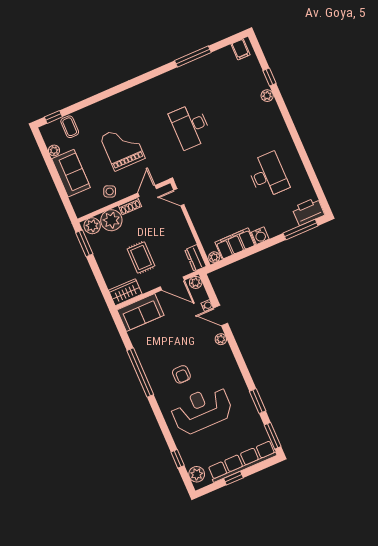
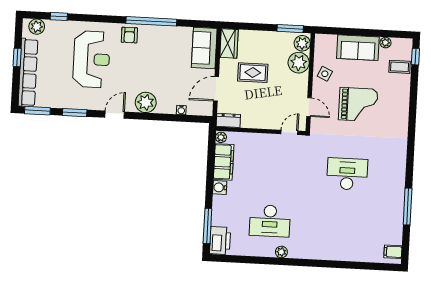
window: (270, 77) -> (356, 265), removed
plant: (267, 96) -> (281, 252), moved
shoe rack: (130, 206) -> (303, 85), removed
plant: (196, 282) -> (207, 110), removed
door: (221, 316) -> (115, 115), moved
plant: (221, 339) -> (146, 102), width x1.87, depth x1.87
armchair: (181, 374) -> (129, 35), moved, turned -90

